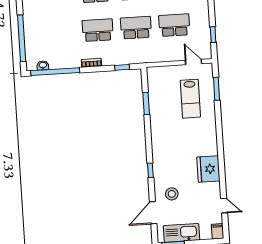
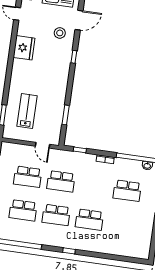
school desk: (98, 30) -> (127, 191), moved
door: (194, 62) -> (43, 145), moved

